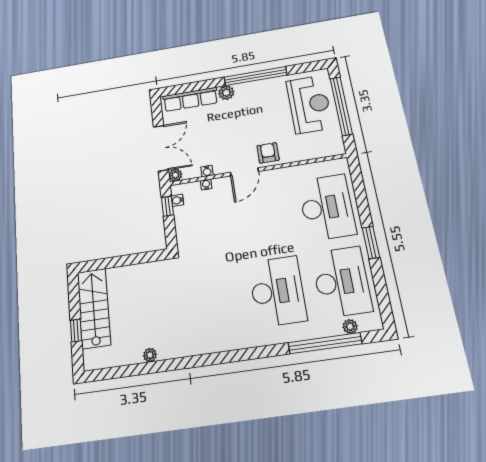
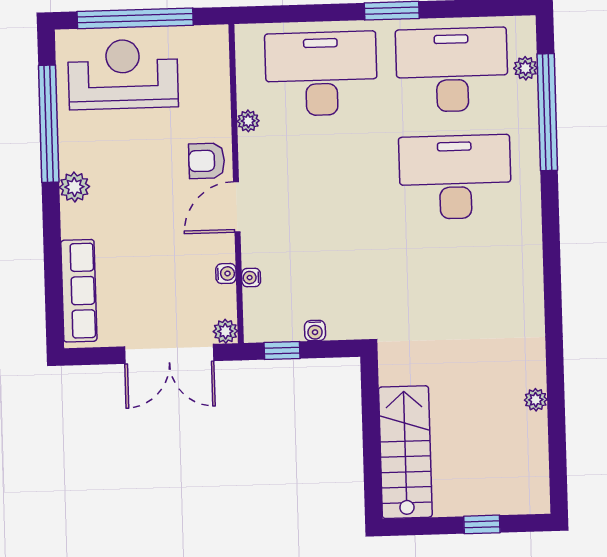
window: (255, 76) -> (49, 124), moved
plant: (226, 93) -> (74, 187), moved
double door: (161, 148) -> (169, 354), swing flipped
door: (244, 172) -> (237, 207), swing flipped
plant: (293, 172) -> (248, 121), added
water cooler: (177, 200) -> (315, 331), moved
stairs: (94, 308) -> (405, 452), moved, turned 90

